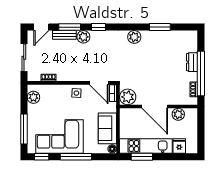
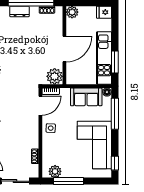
plant: (178, 114) -> (72, 12), moved
window: (24, 129) -> (69, 181), moved
fridge: (179, 146) -> (104, 12), moved
window: (76, 157) -> (115, 114), moved

